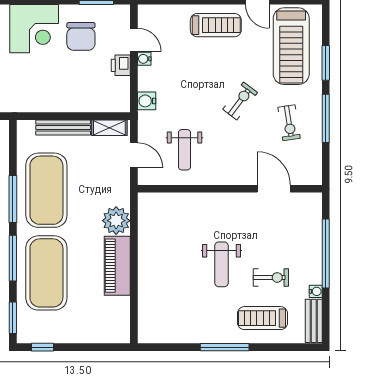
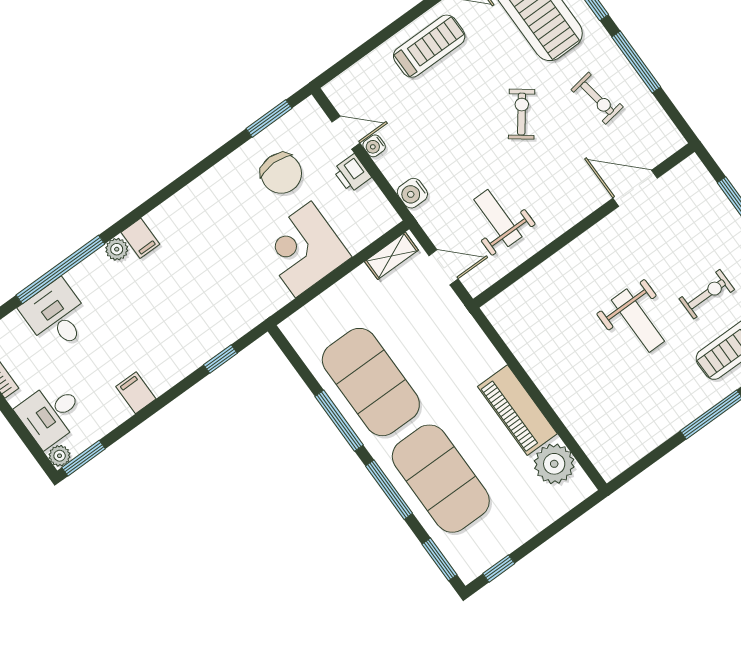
corner desk: (34, 29) -> (303, 249), moved, turned 180
bench: (63, 127) -> (337, 295), removed
weight bench: (185, 150) -> (498, 218), turned 180
plant: (116, 221) -> (554, 464), moved

